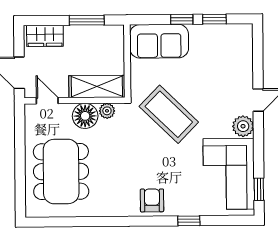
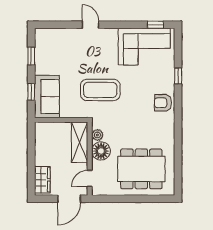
window: (182, 19) -> (31, 92), moved
window: (87, 20) -> (31, 149), removed
coffee table: (169, 114) -> (100, 90), turned 46
plant: (243, 126) -> (109, 36), removed

